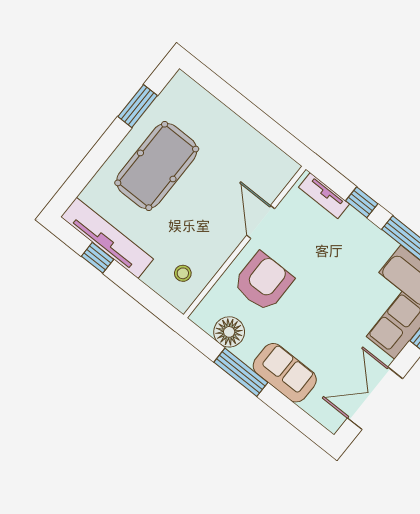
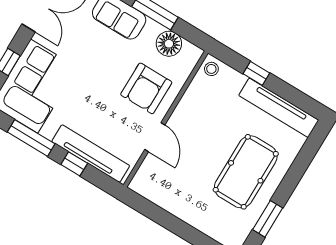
tv unit: (324, 196) -> (91, 154), width x1.92, depth x1.29
window: (98, 258) -> (256, 73), moved
stool: (183, 273) -> (211, 69), moved

